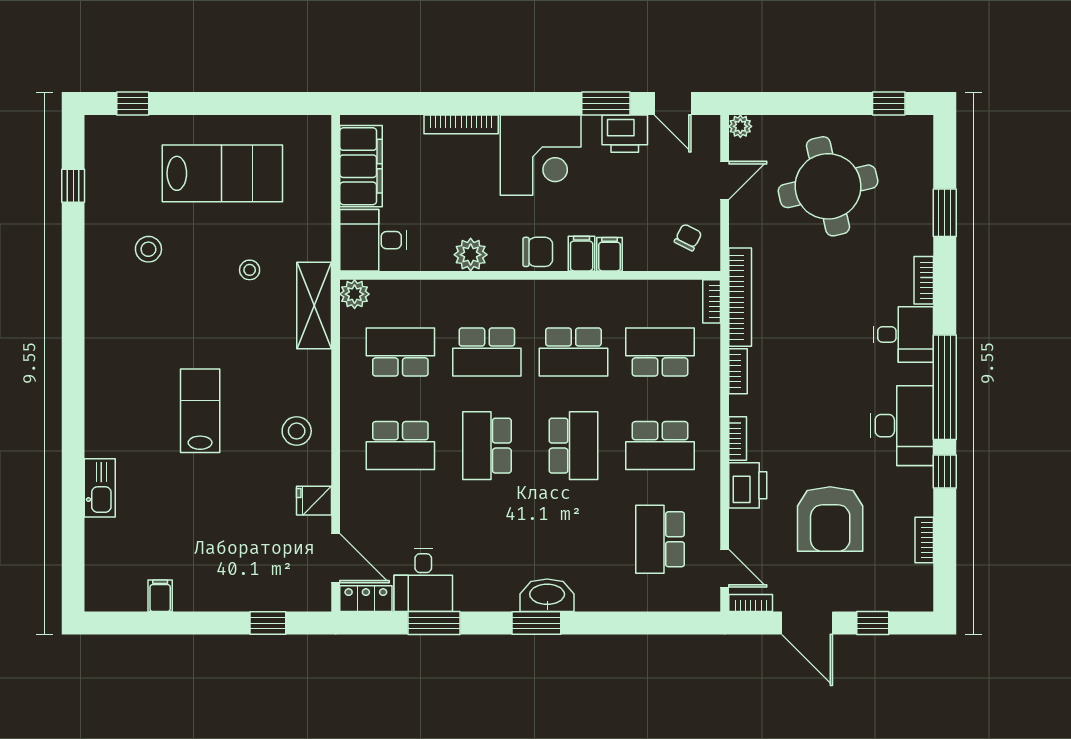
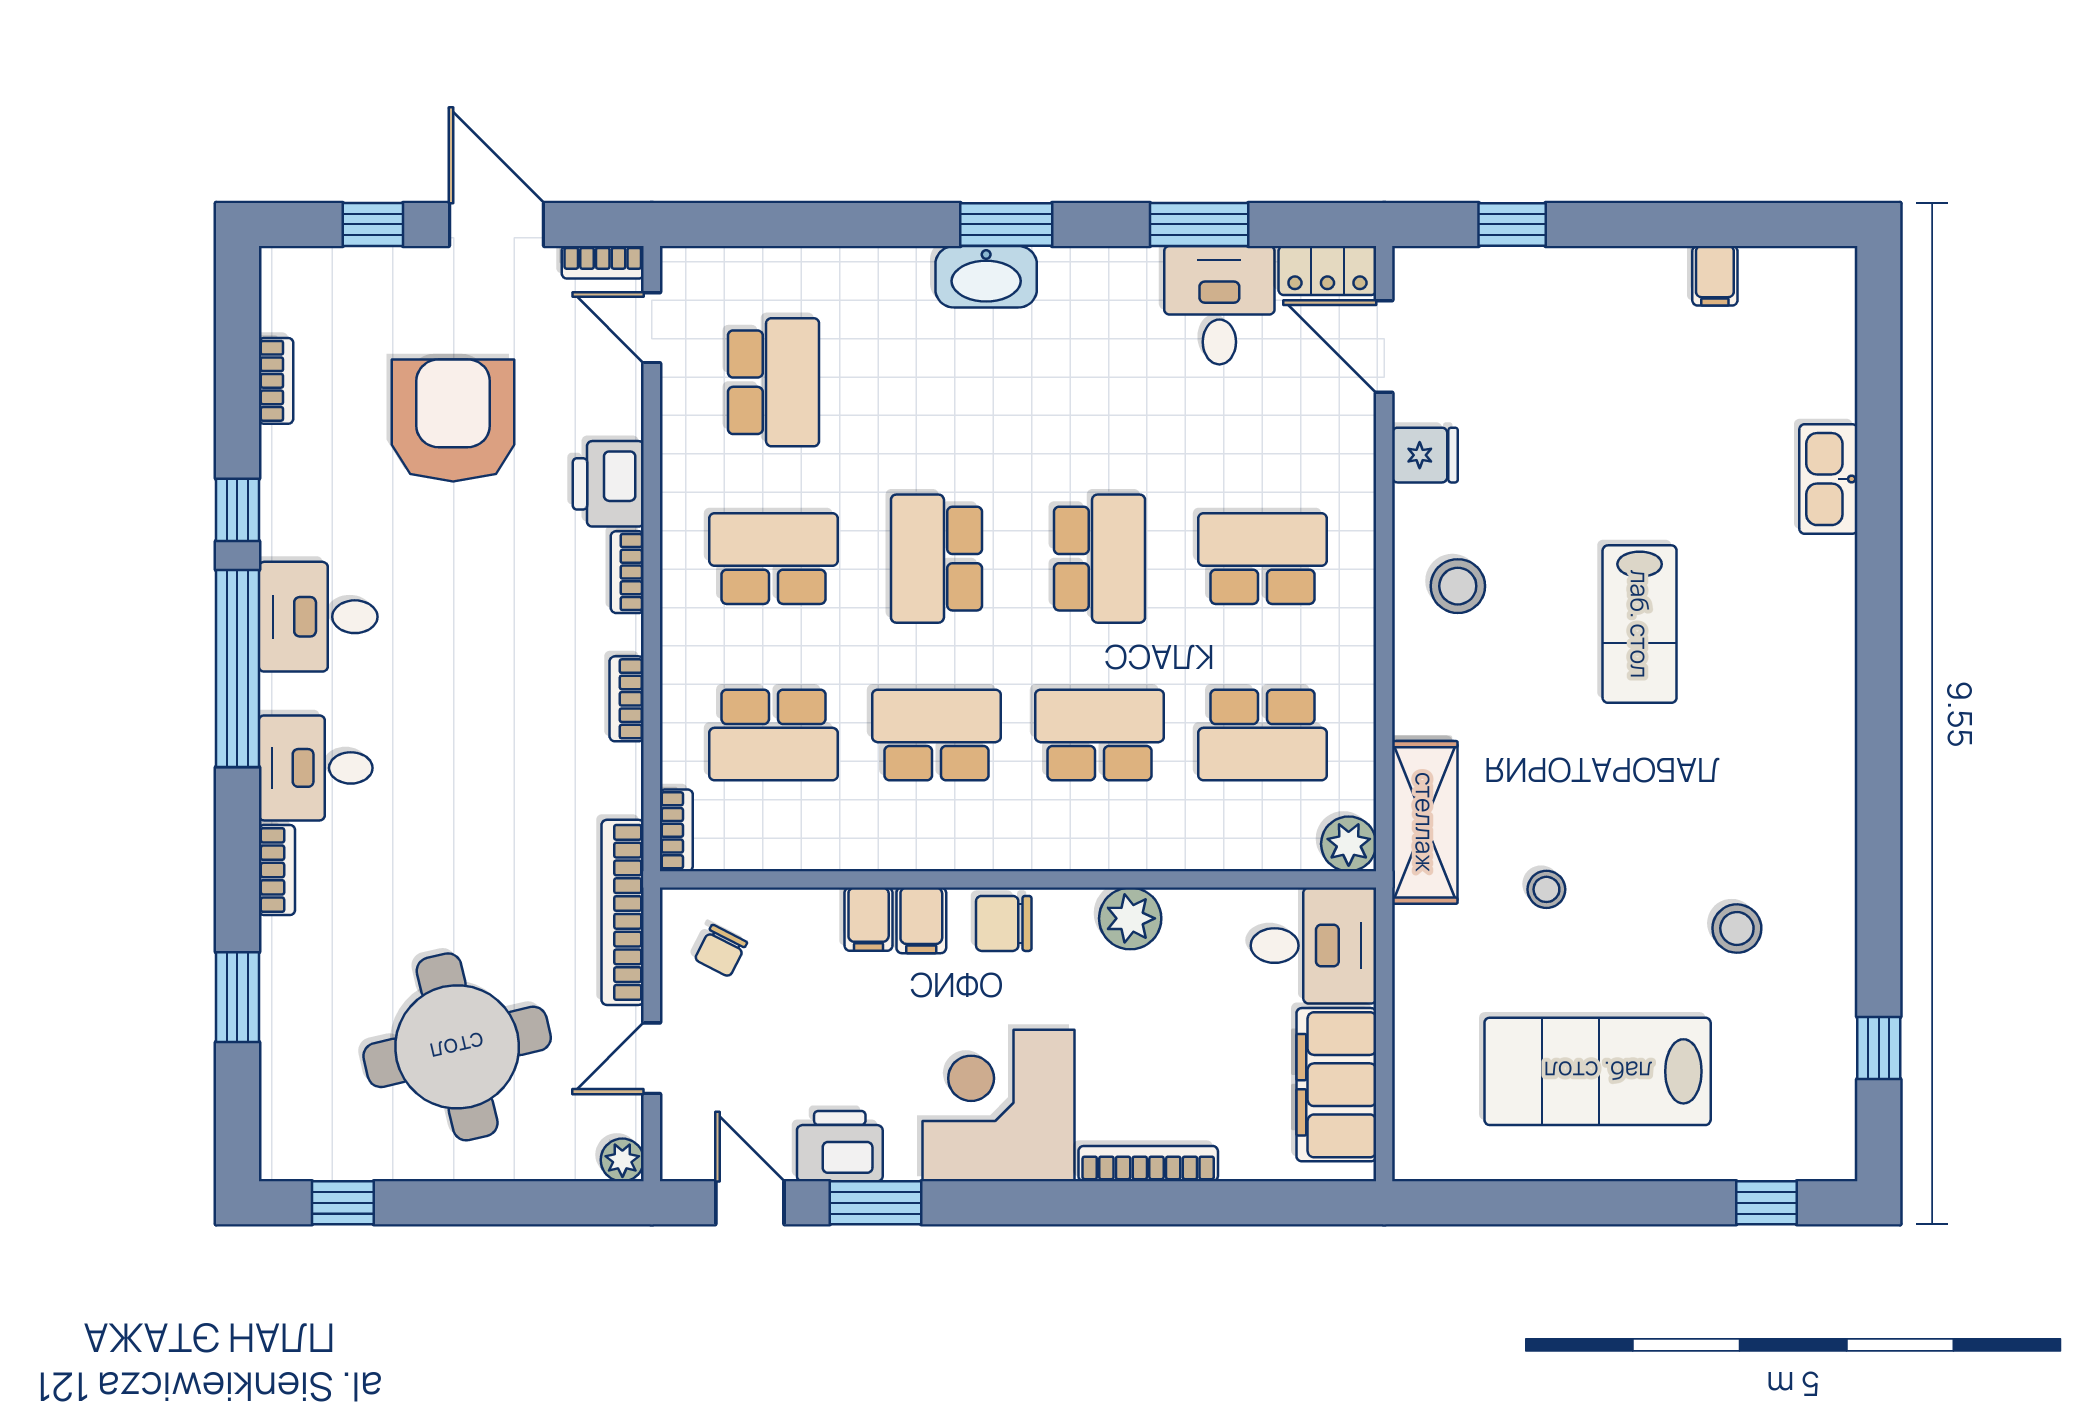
bookcase: (740, 297) -> (623, 912), moved
desk: (902, 426) -> (318, 617), width x0.73

